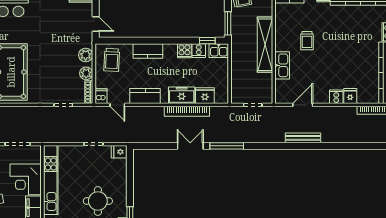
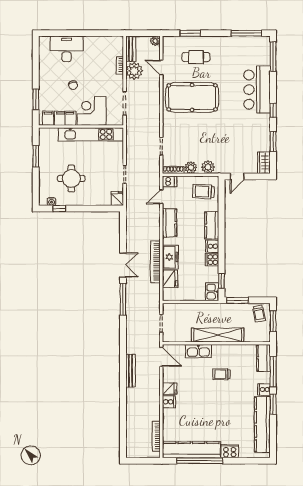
cooker: (199, 51) -> (212, 246), moved
fridge: (350, 96) -> (170, 389), moved
door: (303, 105) -> (161, 357), moved

